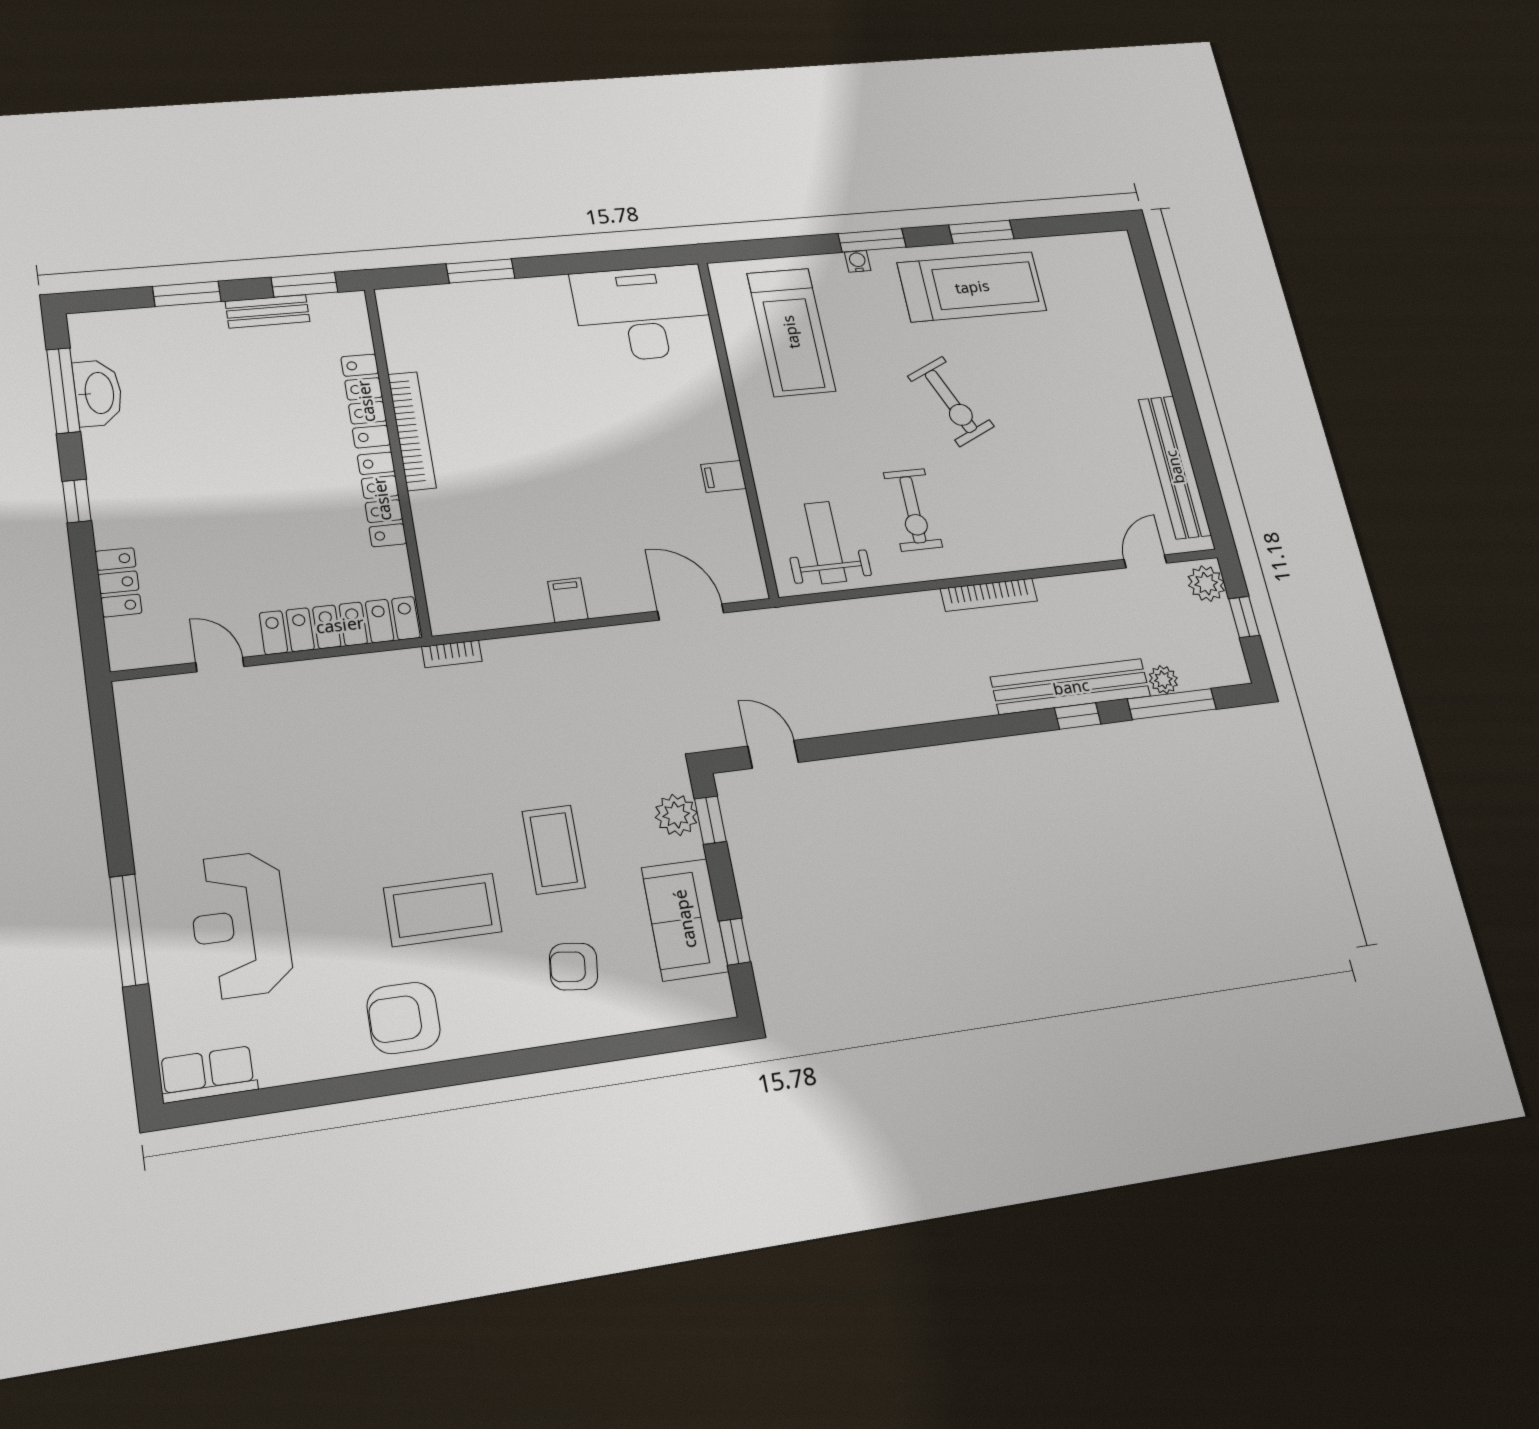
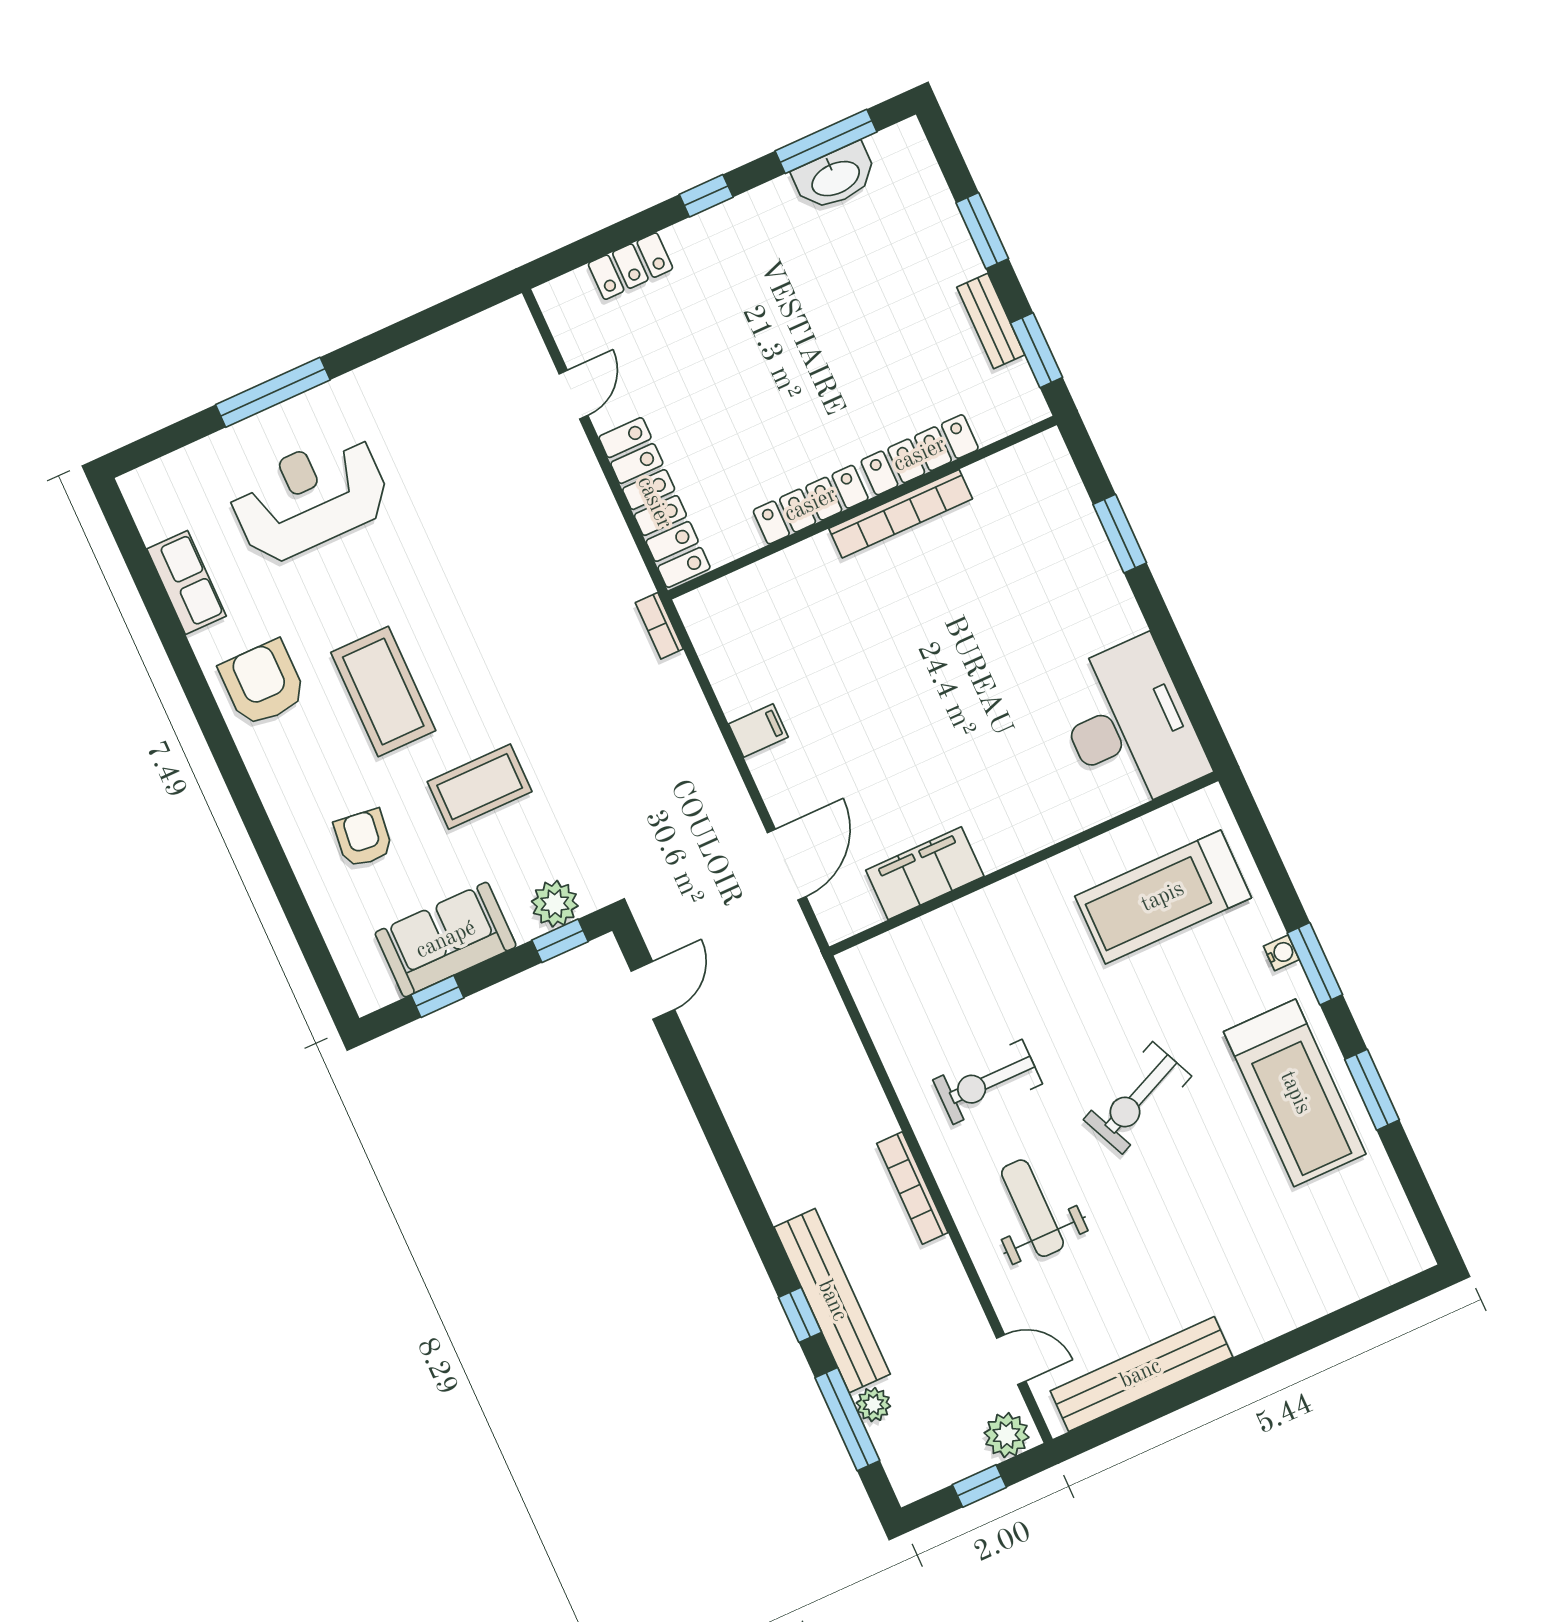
filing cabinet: (723, 476) -> (925, 873), width x3.00, depth x1.17
weight bench: (825, 542) -> (1032, 1208), moved, turned -90
row of seats: (208, 1074) -> (187, 582), moved

